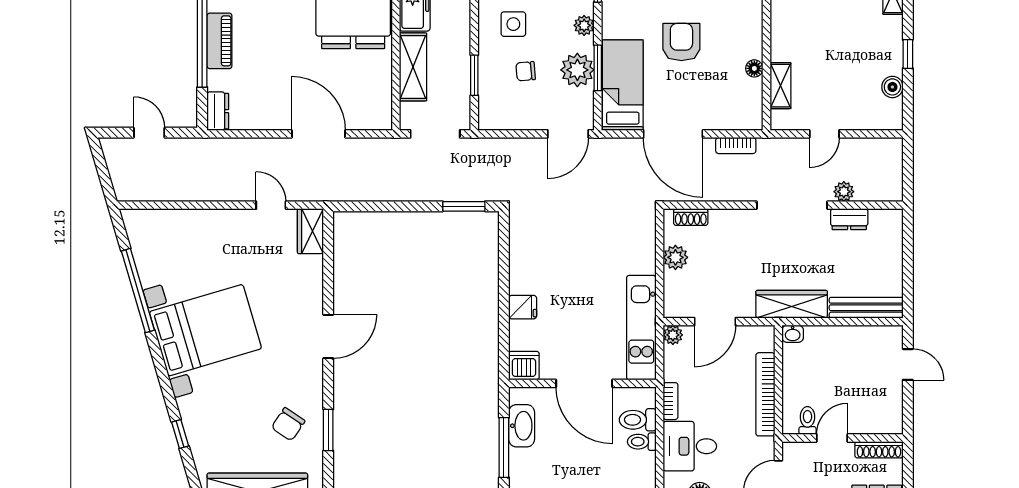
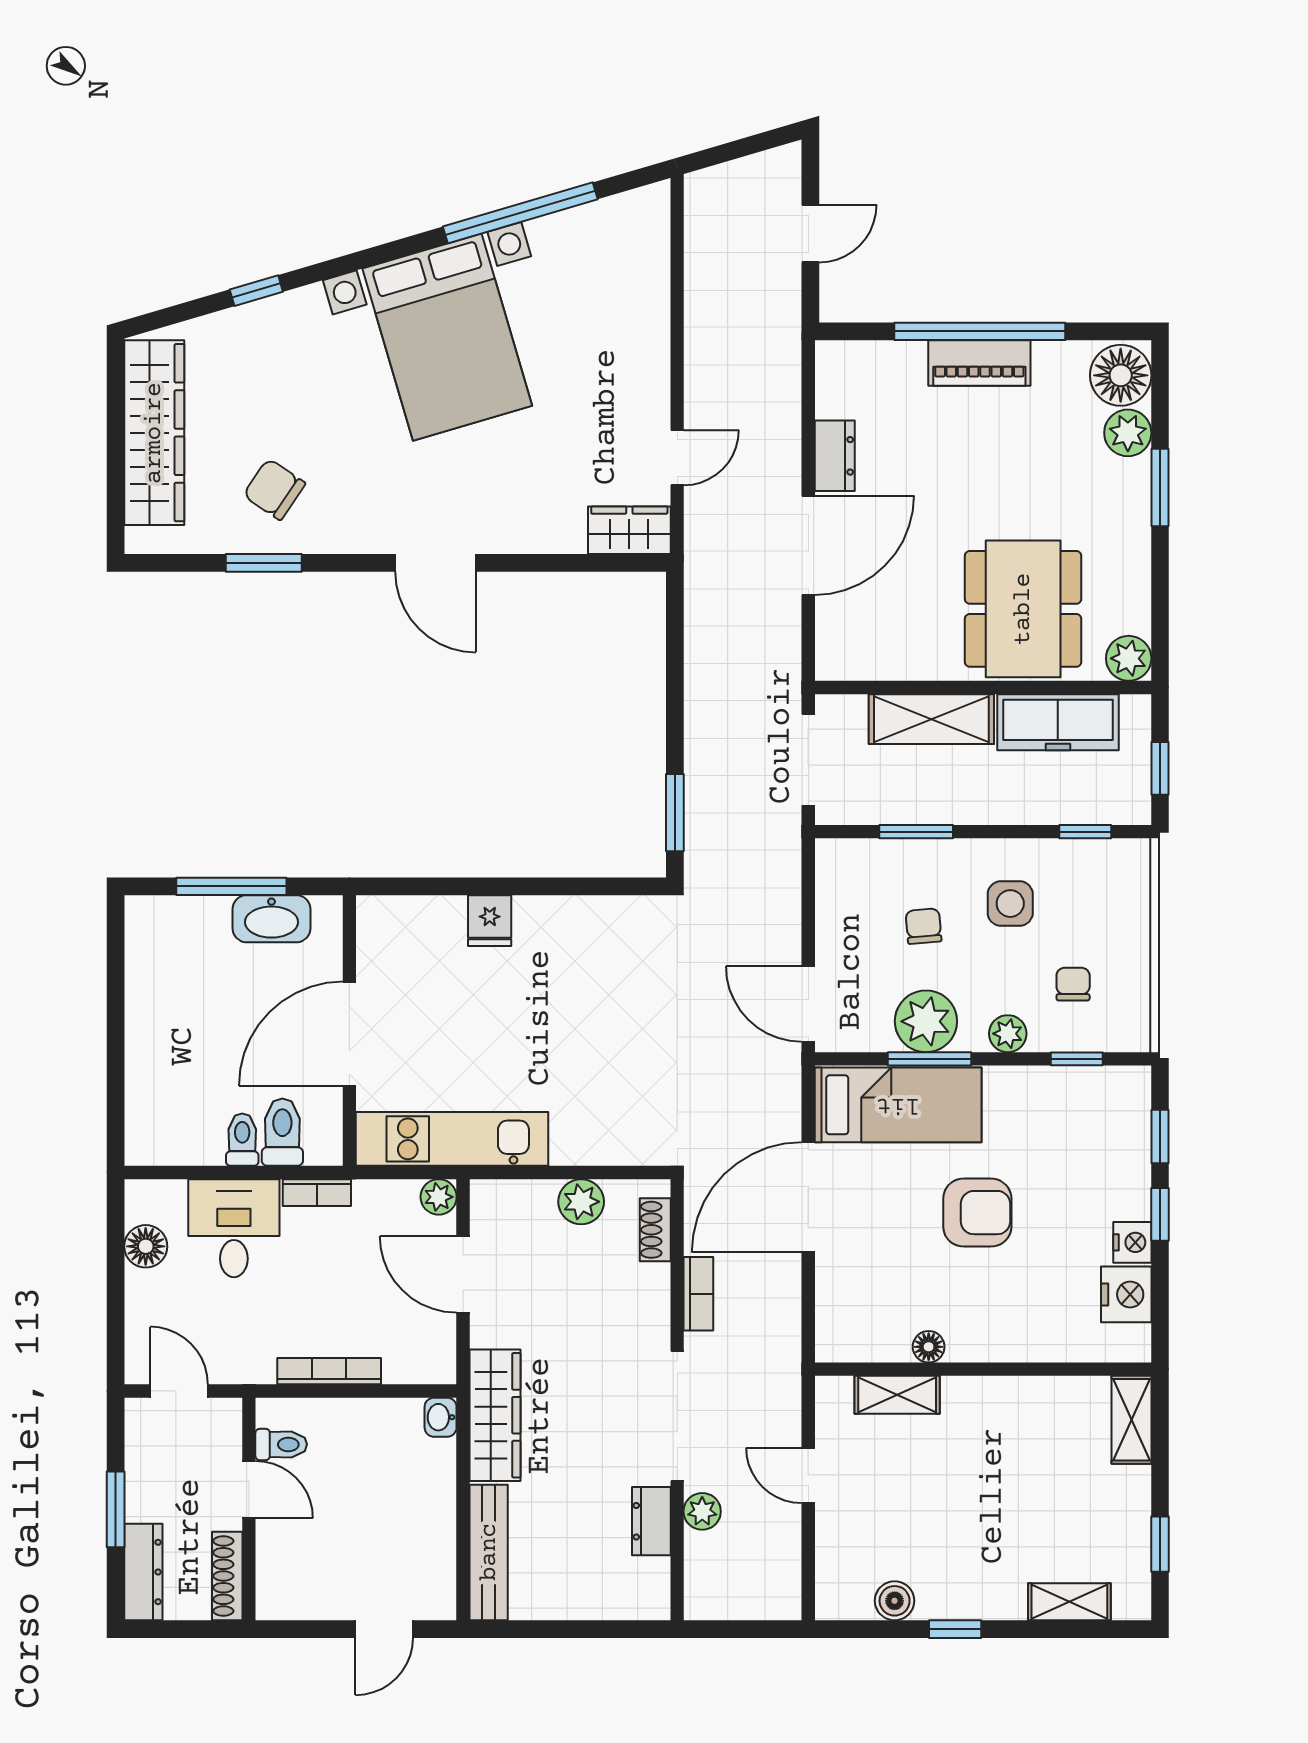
dresser: (218, 111) -> (835, 456), moved, turned -90
bookcase: (736, 146) -> (698, 1294), moved, turned 180
dishwasher: (524, 366) -> (382, 923), removed
bookcase: (765, 394) -> (329, 1371), width x0.68, depth x0.76

